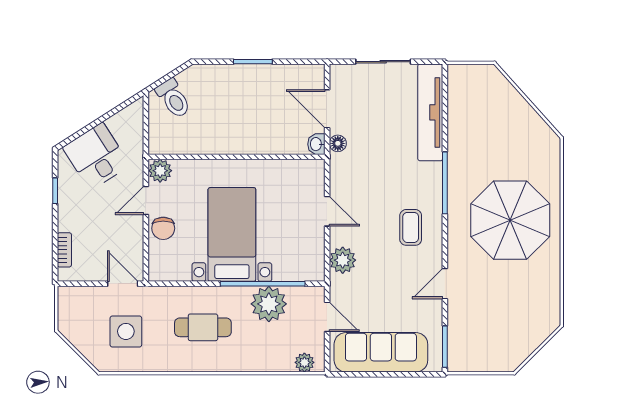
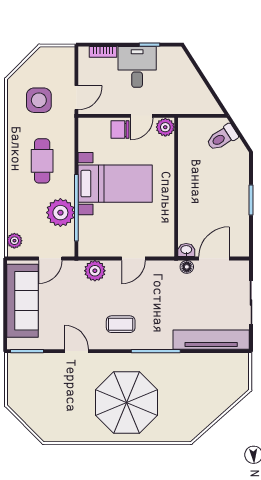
desk: (96, 156) -> (137, 67), moved, turned -57
door: (146, 201) -> (142, 116), swing flipped

